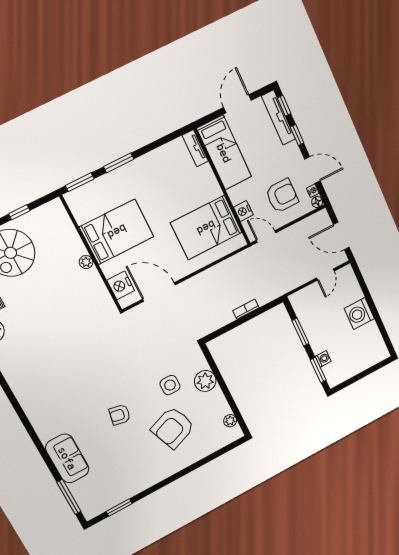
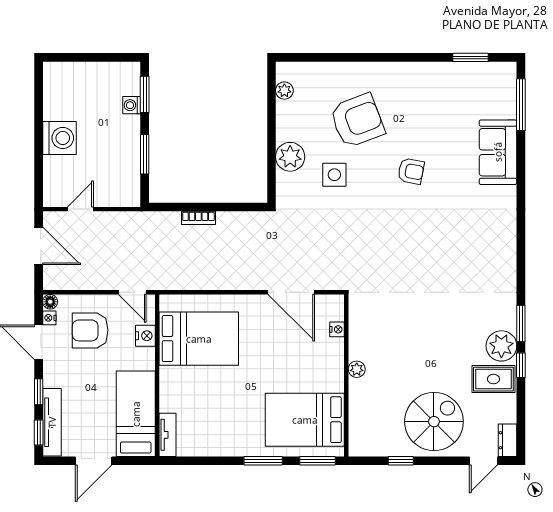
bed: (117, 232) -> (305, 420), moved
nightstand: (121, 285) -> (337, 329), width x0.53, depth x0.56

